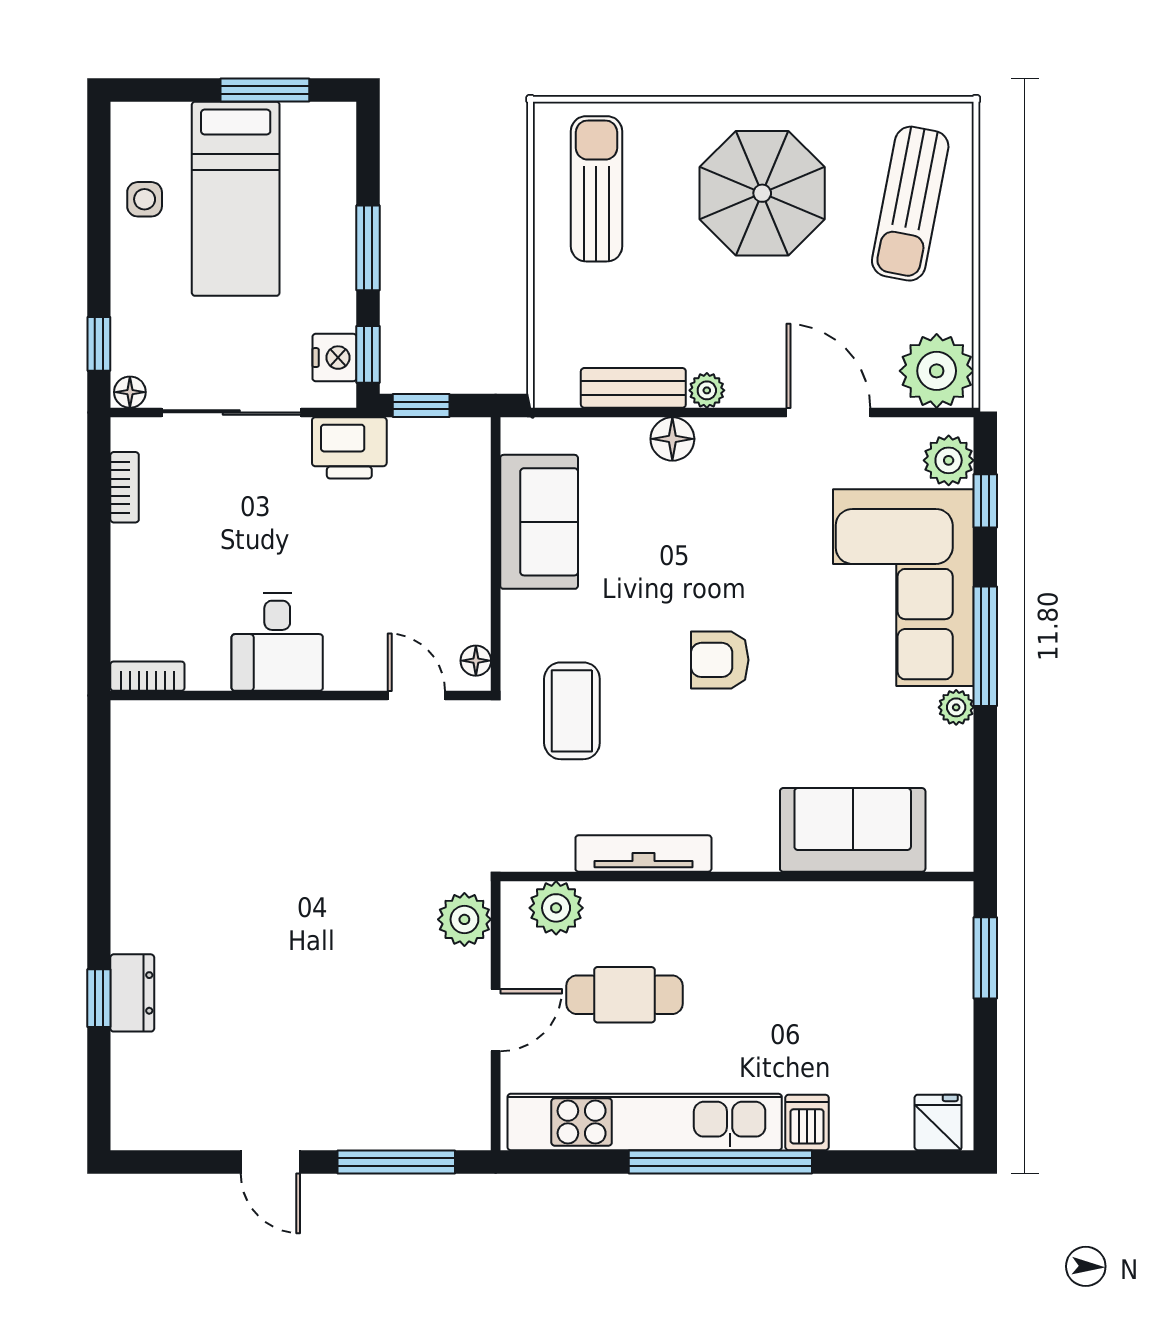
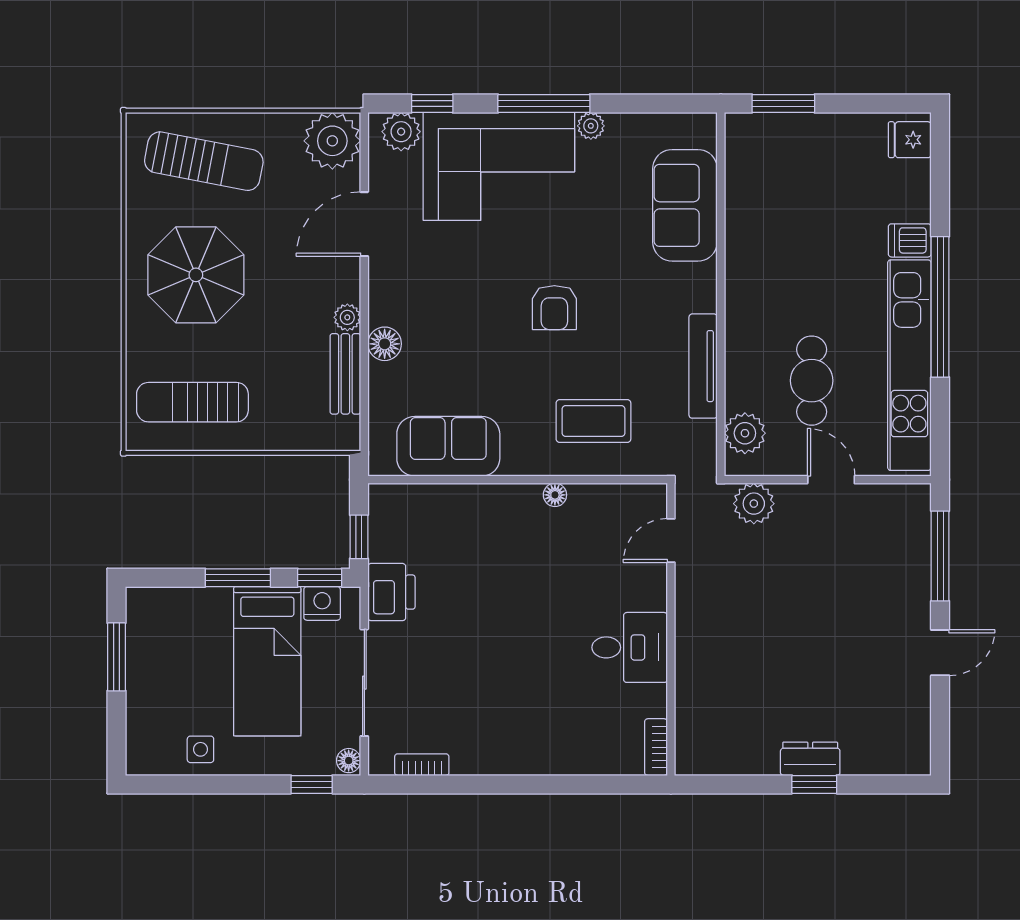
bed: (236, 199) -> (267, 661), moved, turned 90
desk: (277, 642) -> (630, 647), moved
bookcase: (147, 676) -> (656, 747), moved
wall: (301, 696) -> (671, 629), moved
door: (416, 696) -> (671, 541), moved

